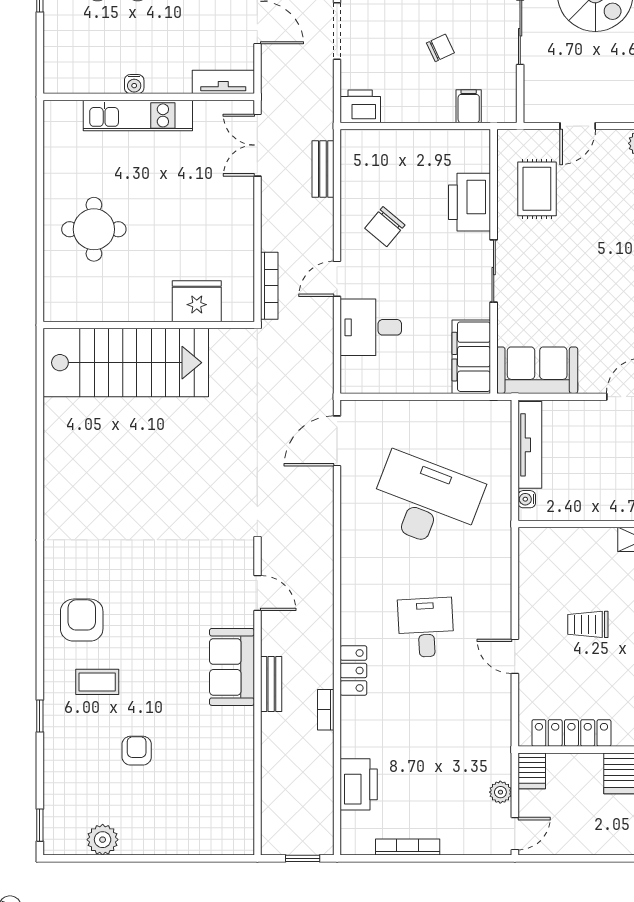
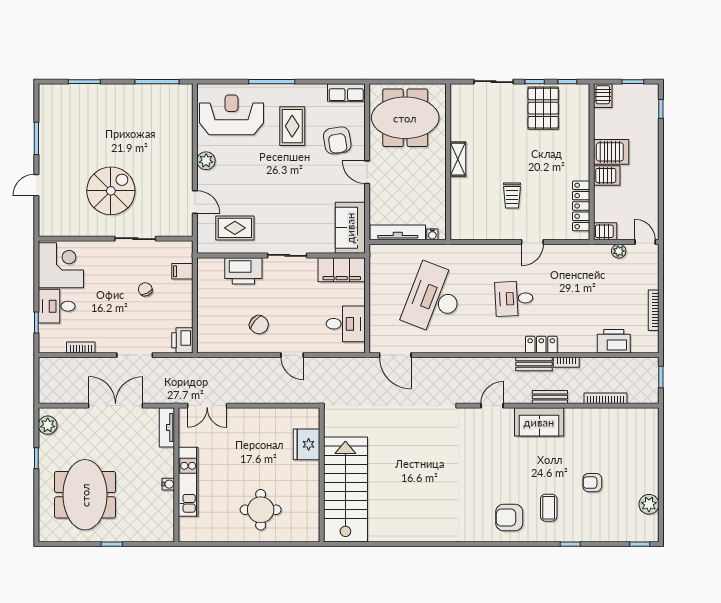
bench: (323, 169) -> (534, 364), moved
bookcase: (269, 286) -> (606, 398), moved
desk: (371, 327) -> (346, 324), moved, turned -90

